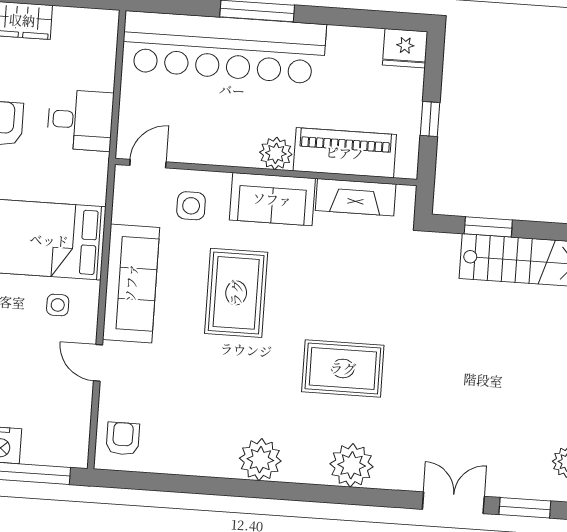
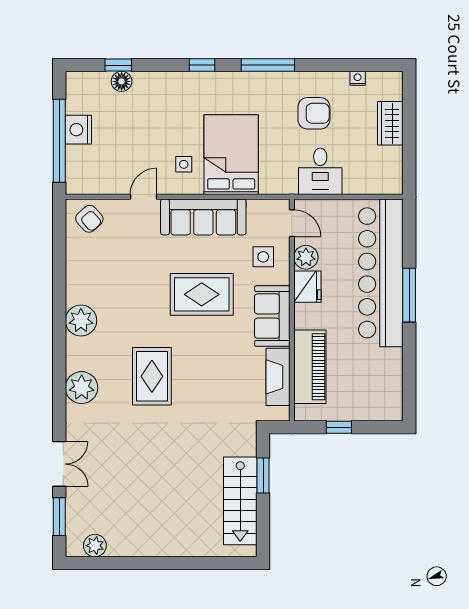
fridge: (405, 48) -> (307, 287), moved, turned 180
plant: (276, 153) -> (306, 257), moved
armchair: (123, 439) -> (89, 219), turned 48

